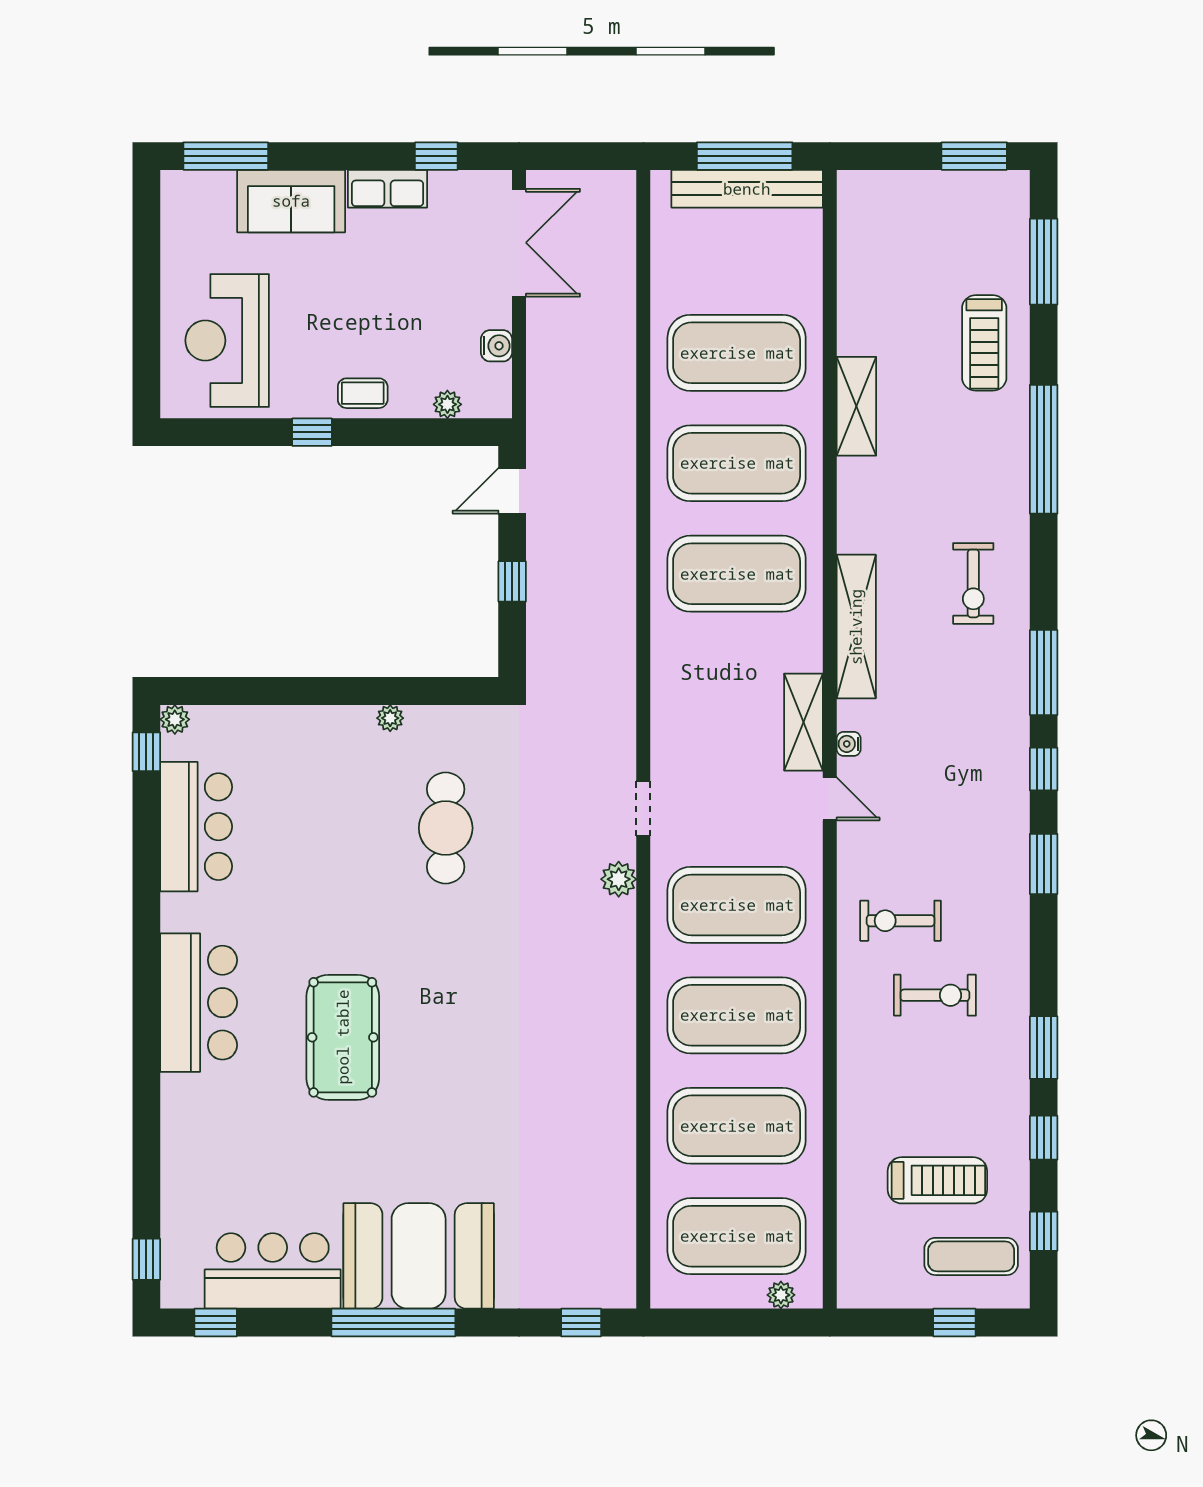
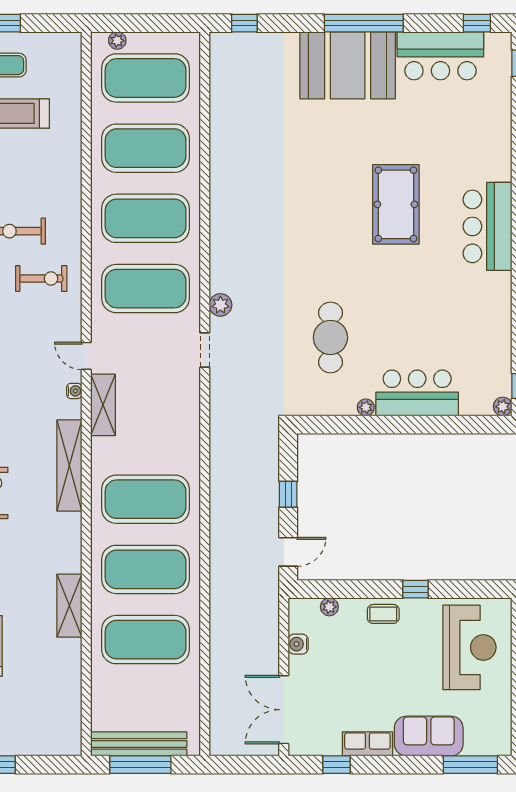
bar counter: (196, 827) -> (417, 393), moved, turned 90

